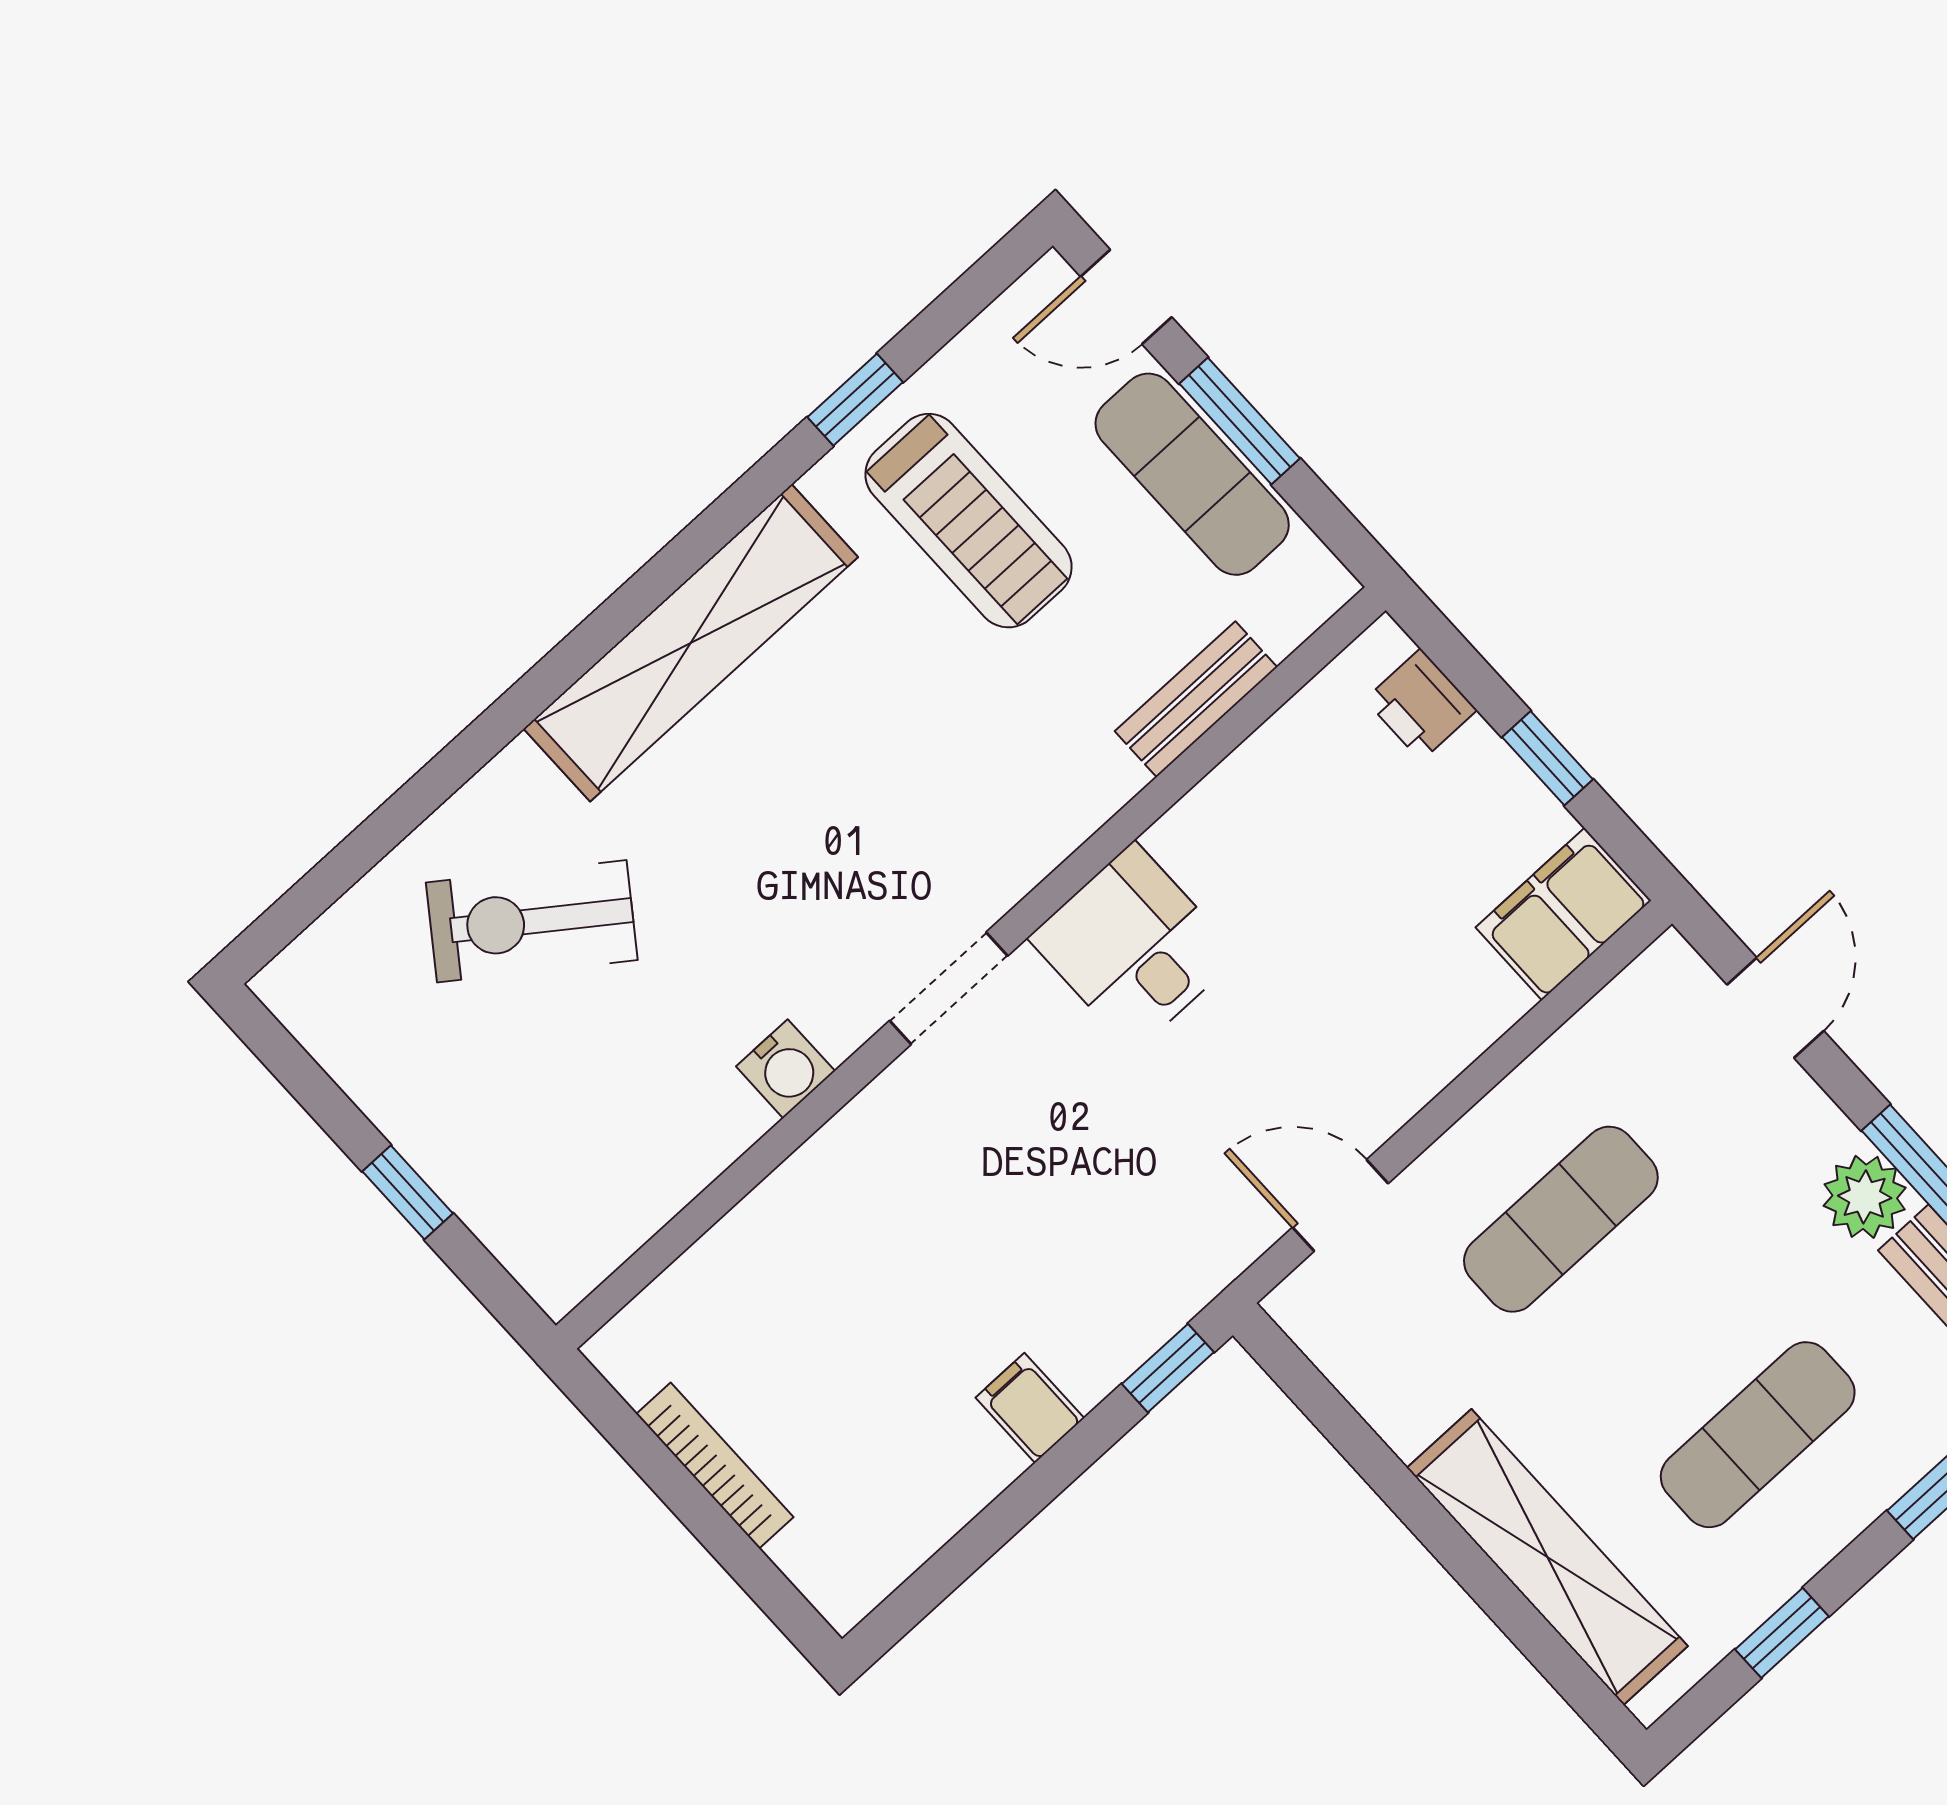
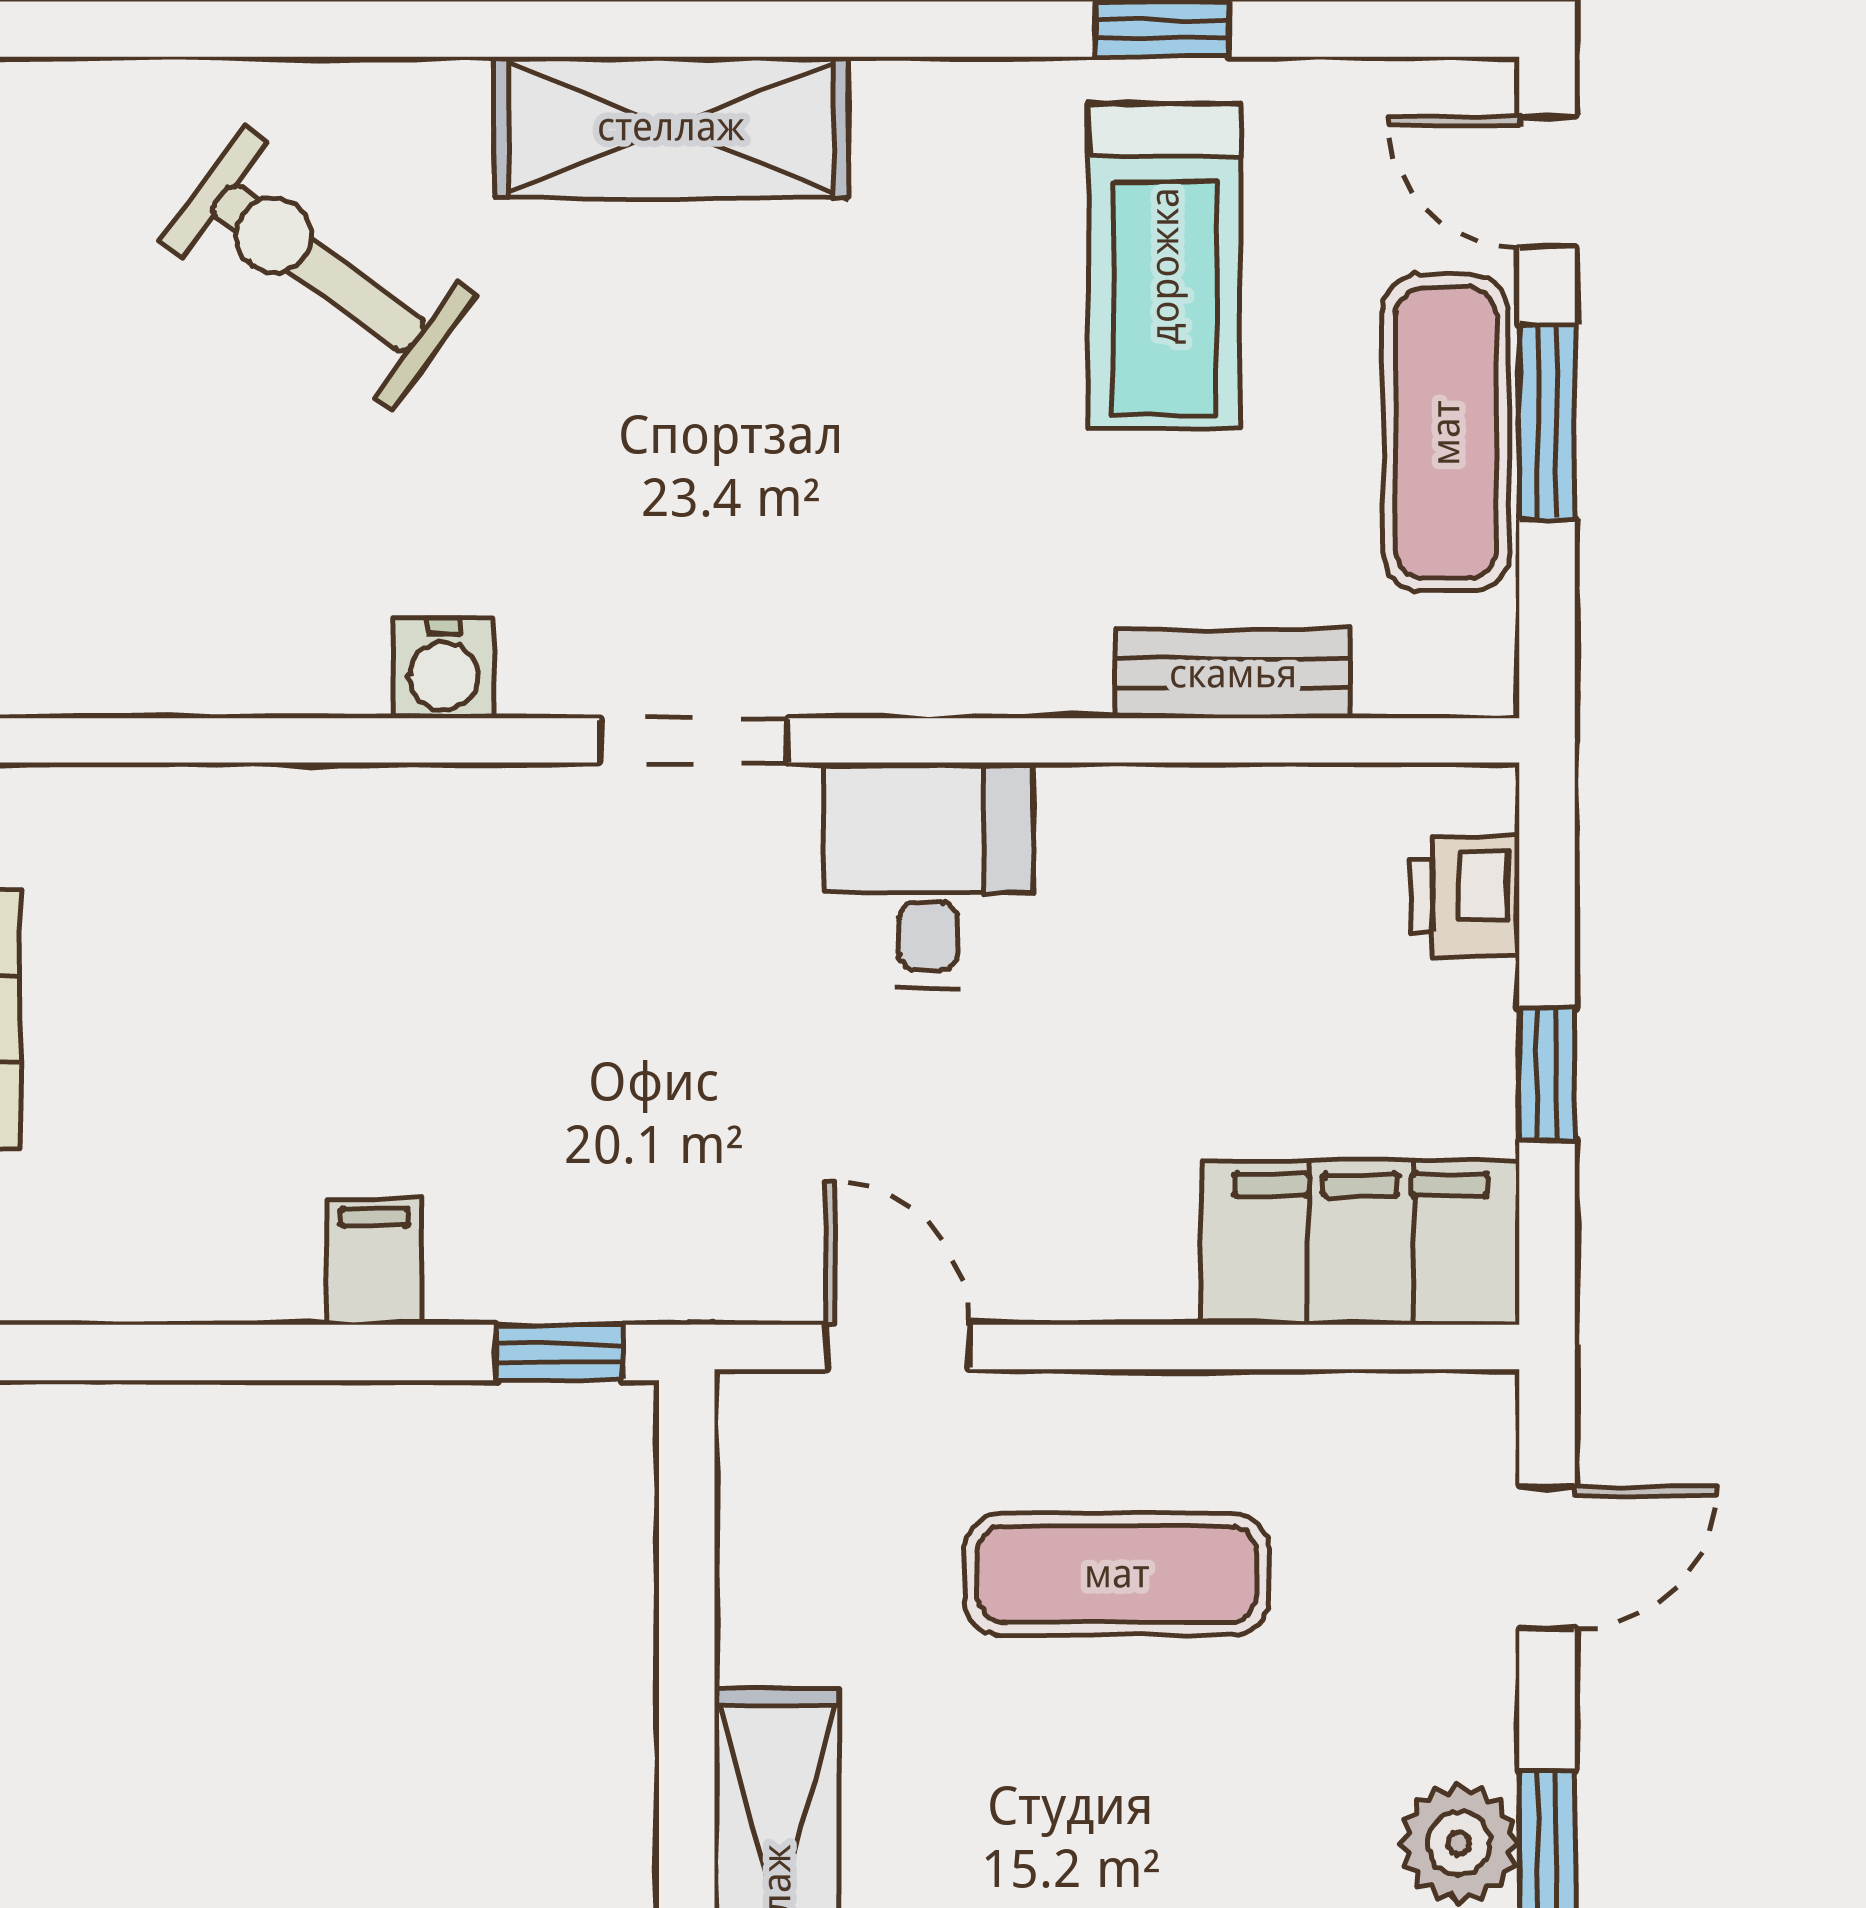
shelving: (691, 643) -> (671, 127), width x0.68
filing cabinet: (1563, 914) -> (1361, 1243), width x1.50, depth x1.17

